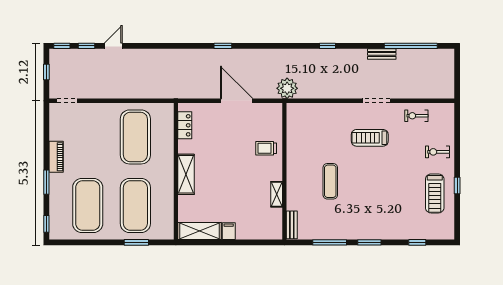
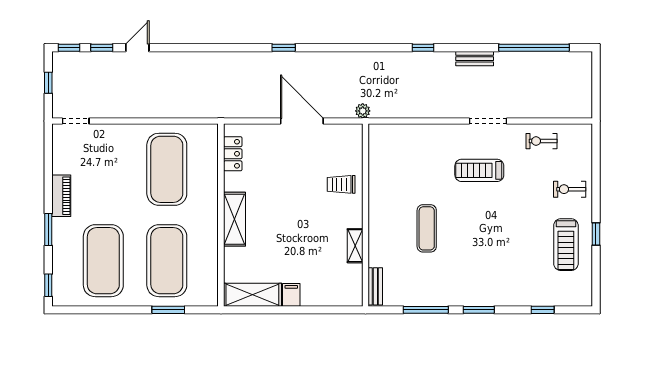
bench: (382, 54) -> (475, 59), moved
plant: (287, 88) -> (363, 111), width x0.53, depth x0.53

